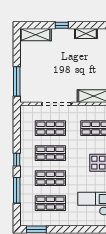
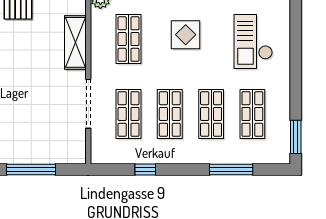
window: (17, 81) -> (31, 169), moved
window: (17, 160) -> (145, 169), moved

